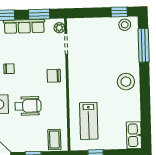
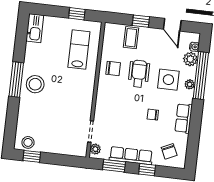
window: (144, 45) -> (16, 79), moved
chair: (54, 76) -> (113, 68), moved
wheelchair: (28, 106) -> (139, 74), turned 90
coffee table: (54, 139) -> (131, 38), moved

